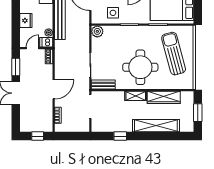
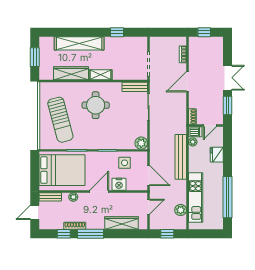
round table: (140, 67) -> (96, 105), width x0.73, depth x0.73

